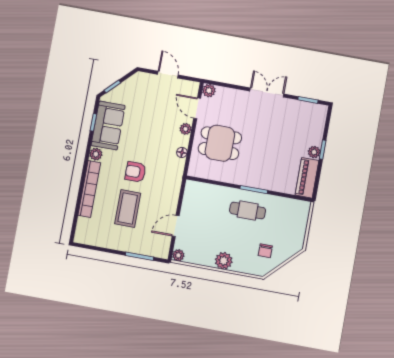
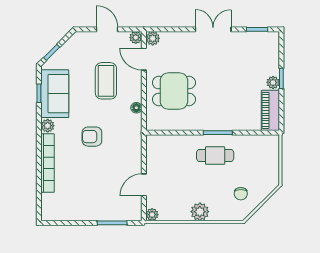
plant: (186, 129) -> (136, 38), moved
coffee table: (128, 208) -> (106, 81), moved

